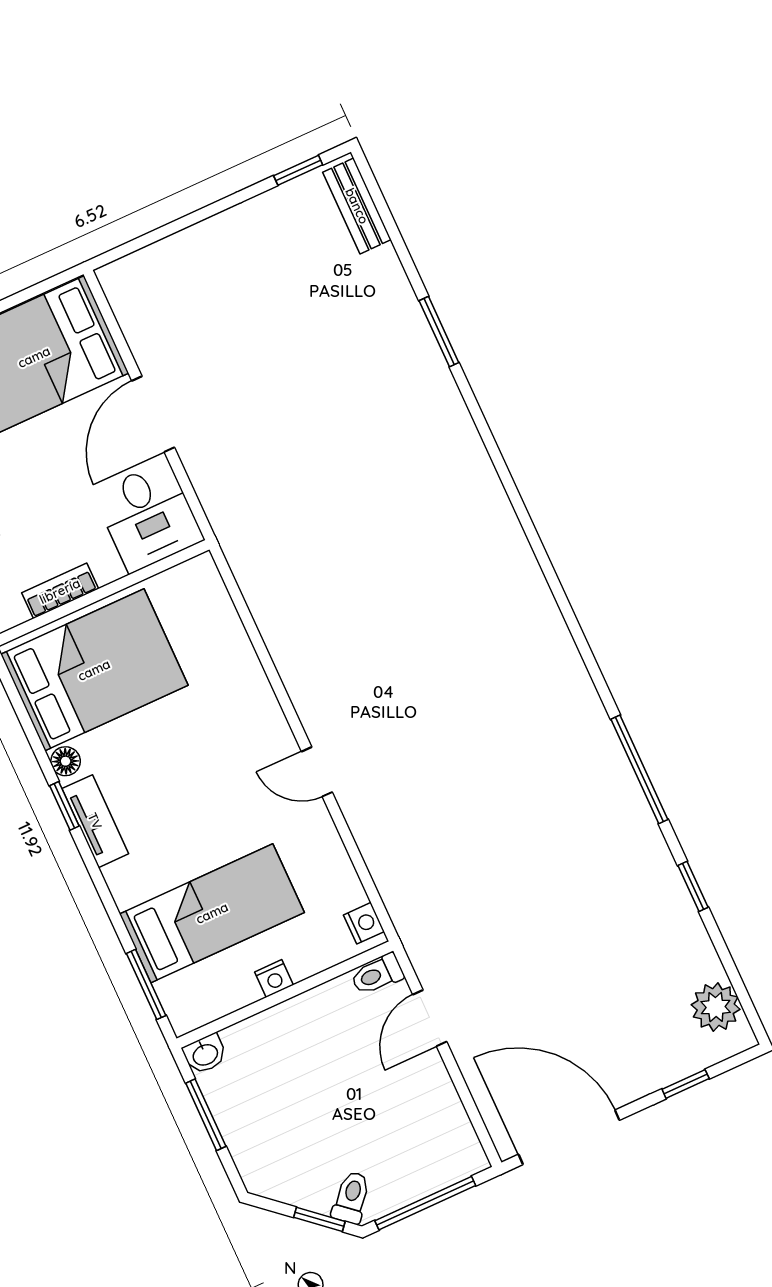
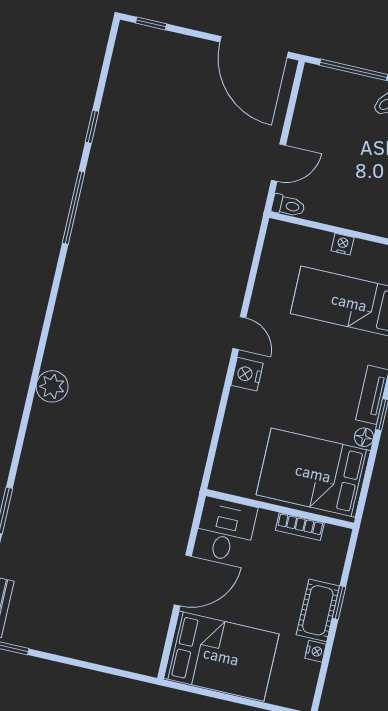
nightstand: (364, 923) -> (247, 374), moved, width x1.39, depth x1.35
plant: (716, 1007) -> (52, 386), moved
window: (686, 1084) -> (151, 23), moved

